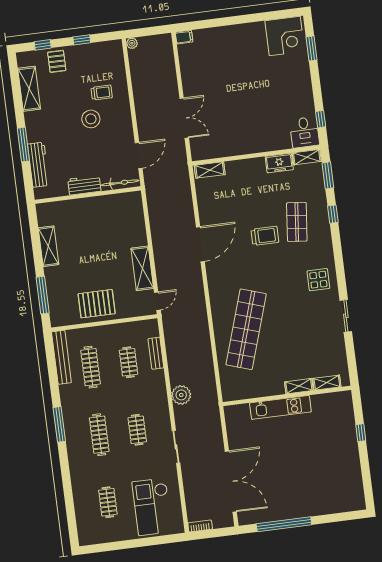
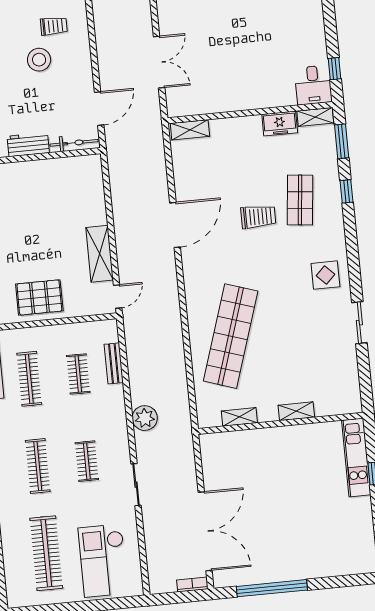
shelving: (327, 383) -> (239, 417), moved
kitchen unit: (280, 407) -> (356, 457), moved, turned 90
clothes rail: (108, 502) -> (46, 553), width x1.86, depth x1.31
bookcase: (200, 526) -> (192, 585), moved

